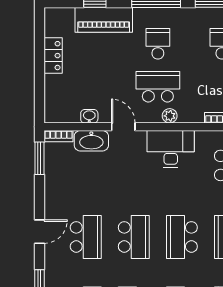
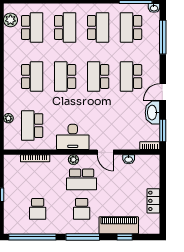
washbasin: (91, 141) -> (152, 113), moved, turned -90
door: (39, 232) -> (163, 92), moved
school desk: (182, 237) -> (65, 77), turned 180

